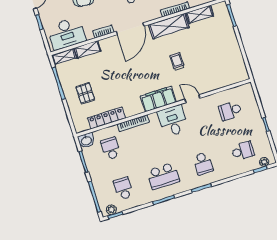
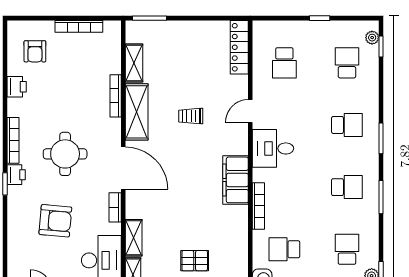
filing cabinet: (158, 99) -> (236, 180), moved
locker: (106, 118) -> (239, 47), moved
school desk: (163, 176) -> (347, 187), width x0.54
school desk: (123, 189) -> (347, 249), turned 90

